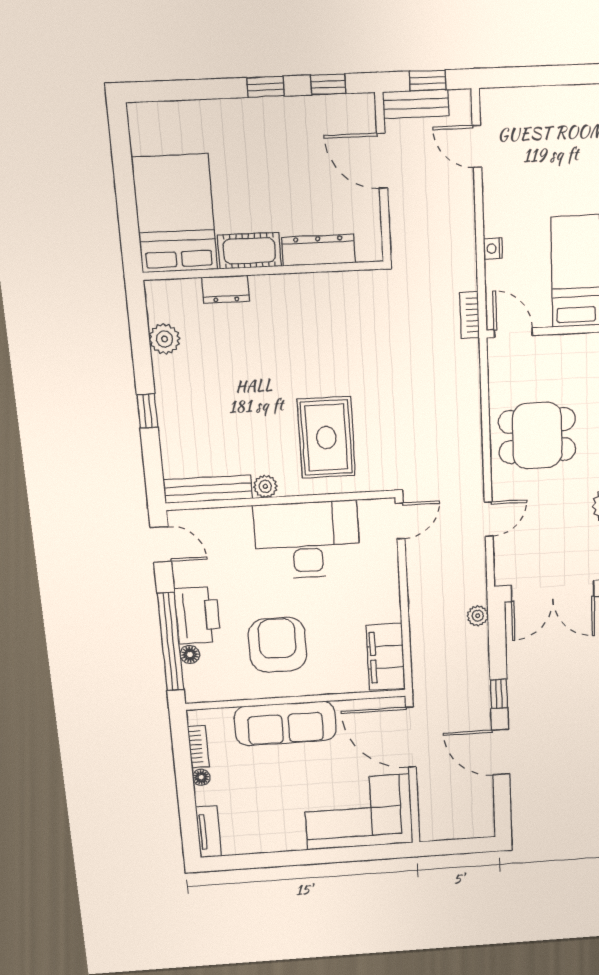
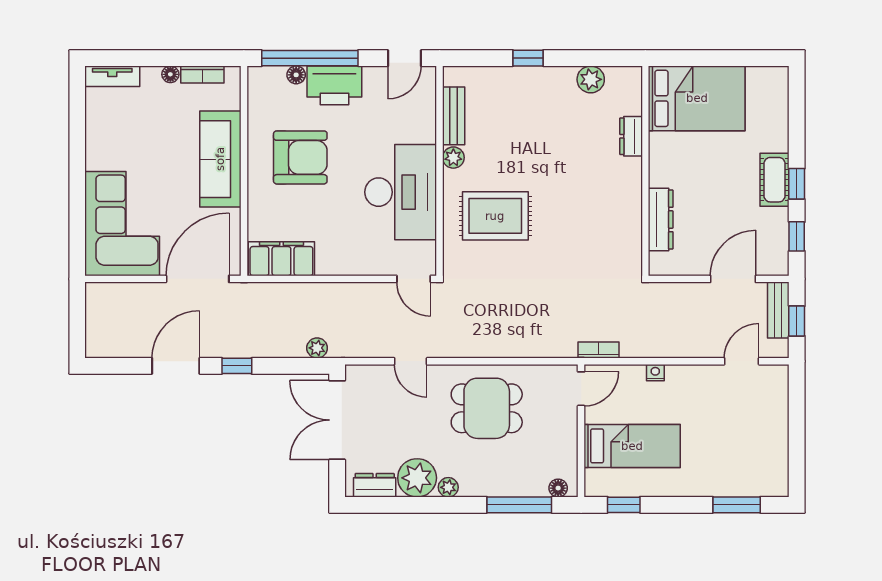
cot: (249, 251) -> (775, 180), moved
dining table: (537, 436) -> (487, 408), turned 90
bench: (208, 489) -> (454, 116), width x0.73

